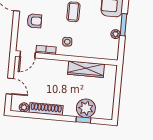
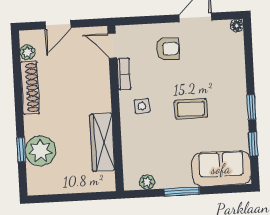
armchair: (34, 21) -> (168, 49), turned -90
plant: (116, 34) -> (147, 182), moved

